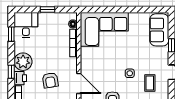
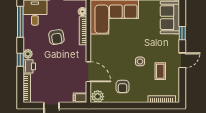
window: (11, 34) -> (20, 22), width x2.17
plant: (23, 62) -> (28, 54), width x0.53, depth x0.53
armchair: (50, 80) -> (56, 37), moved

